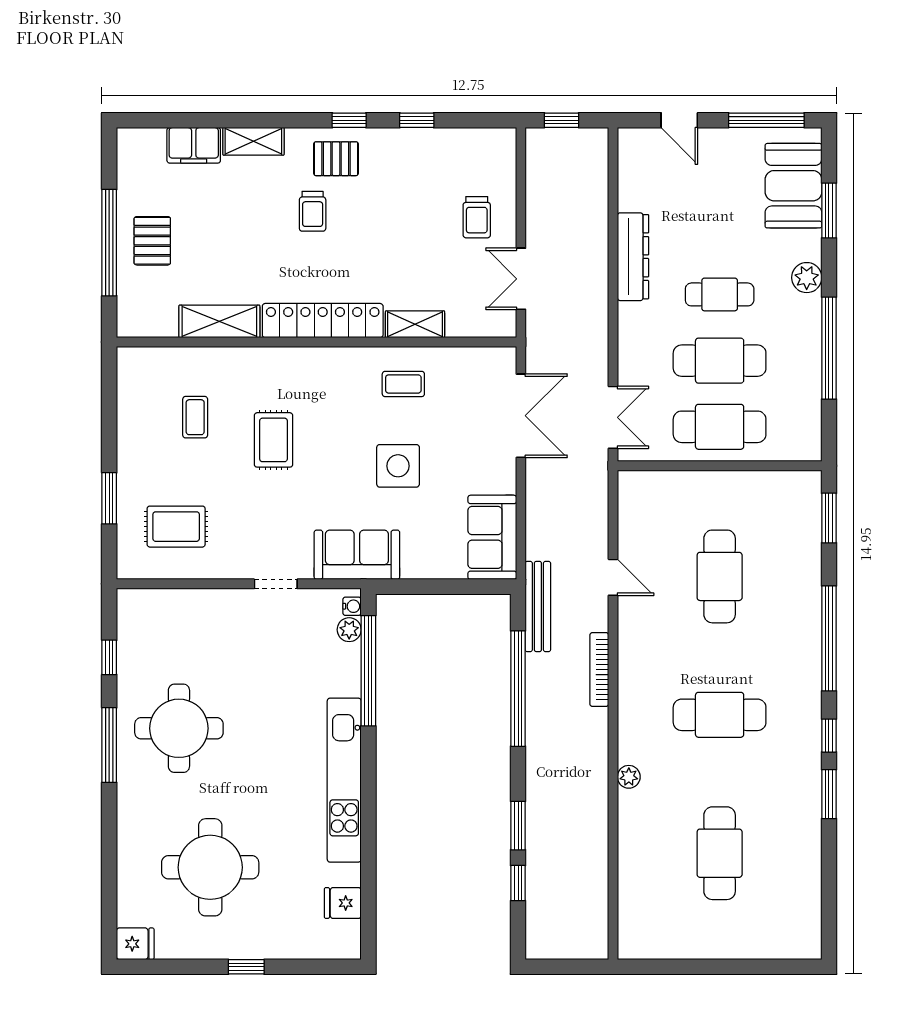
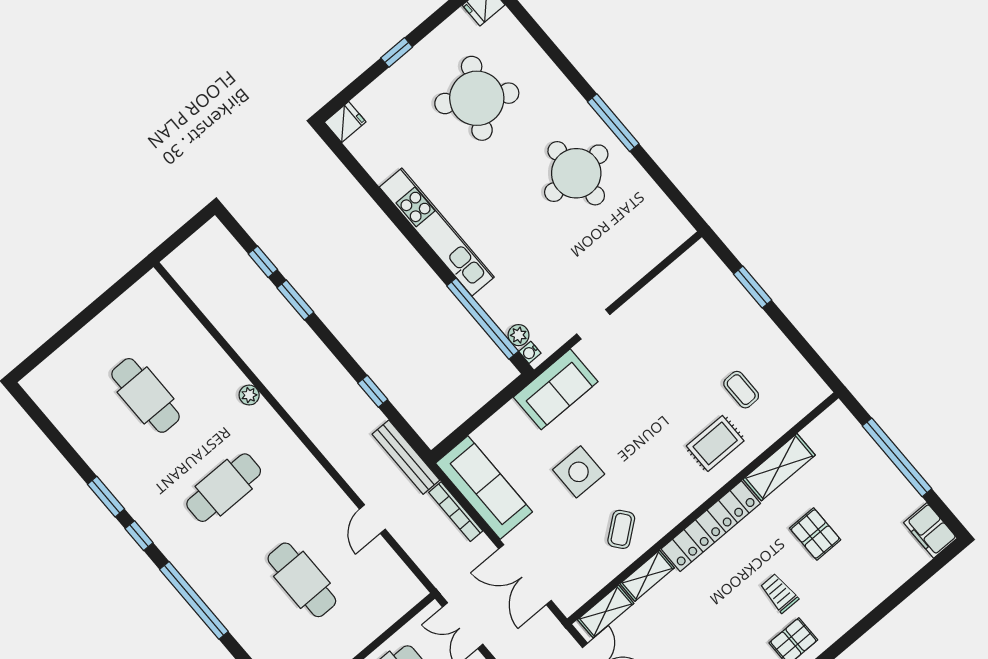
shelving: (253, 141) -> (606, 611), moved
filing cabinet: (194, 145) -> (930, 530), moved, turned -90
pallet: (152, 241) -> (815, 534), moved
coffee table: (403, 384) -> (621, 529), turned -38
rug: (273, 440) -> (715, 443), moved, turned 90
rug: (176, 527) -> (692, 306), removed
sofa: (492, 537) -> (484, 488), width x1.36
door: (613, 577) -> (372, 519), hinge flipped
window: (109, 657) -> (663, 181), removed
bookcase: (599, 670) -> (456, 512), moved, turned 180
window: (518, 689) -> (373, 391), width x0.32
round table: (210, 867) -> (477, 98), turned 31
fridge: (343, 903) -> (345, 122), moved

